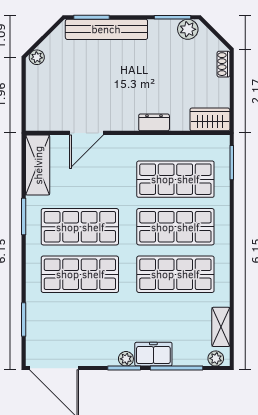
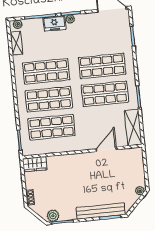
dresser: (154, 122) -> (67, 159), removed

